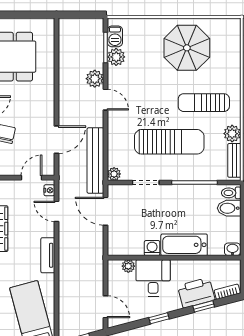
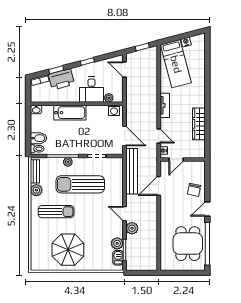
plant: (114, 174) -> (68, 162), moved
washing machine: (152, 248) -> (114, 110), moved

